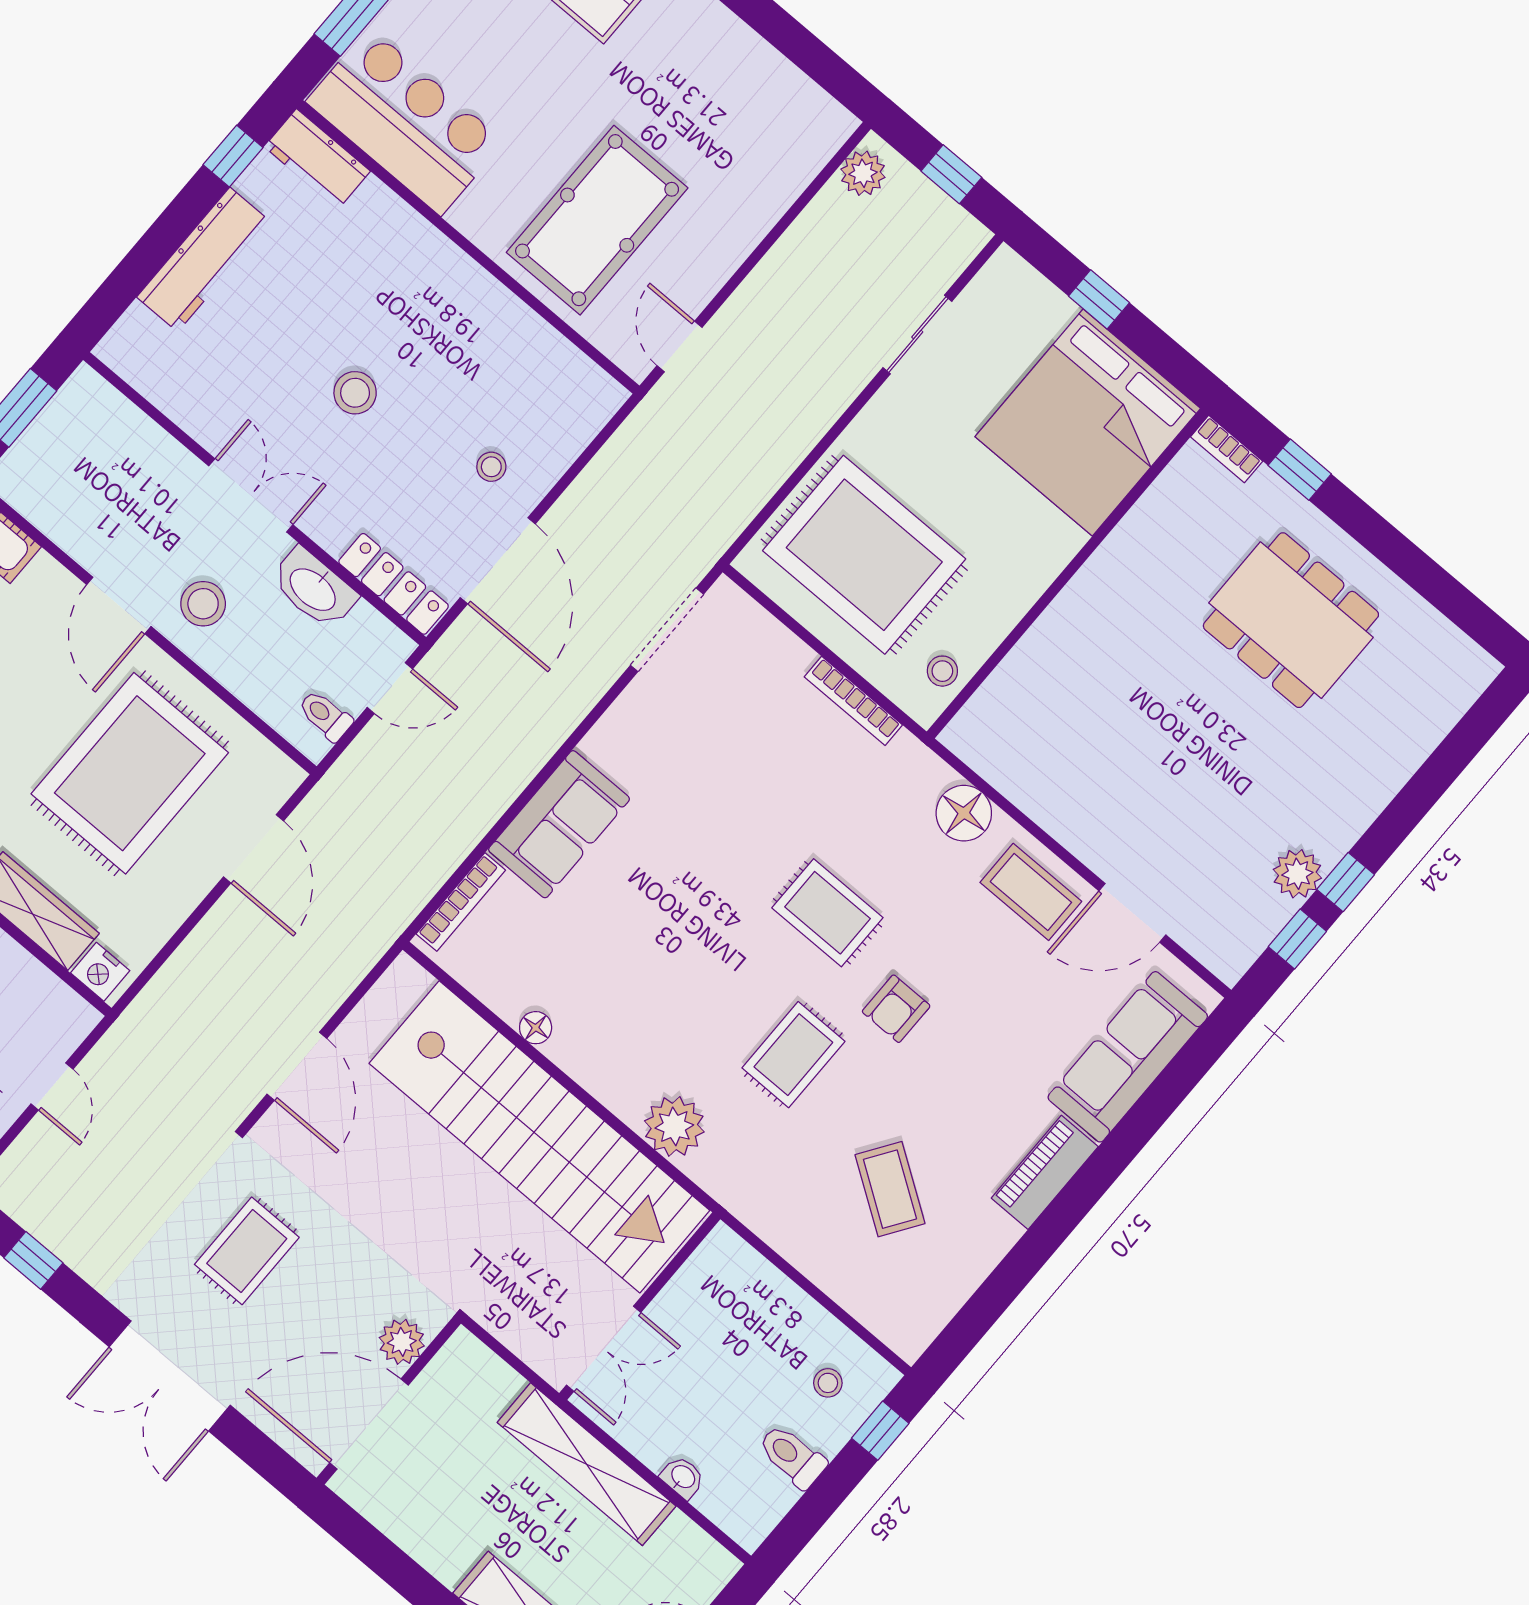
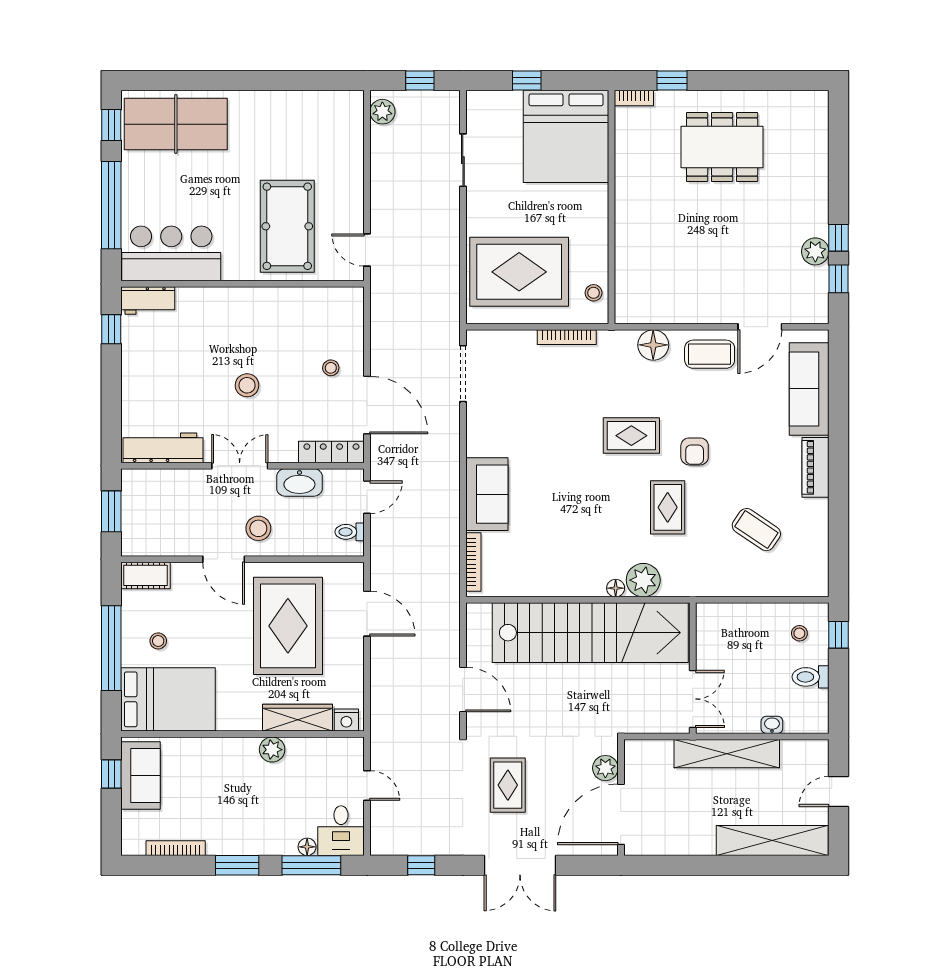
workbench: (204, 260) -> (163, 448), moved, turned -90
floor lamp: (536, 1028) -> (616, 588), moved

